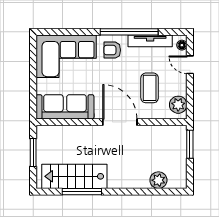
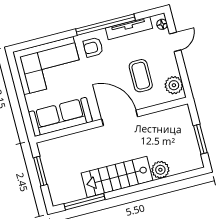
door: (190, 65) -> (175, 42), swing flipped
window: (190, 144) -> (200, 139), moved
stairs: (74, 176) -> (117, 177), moved
plant: (158, 180) -> (160, 170), moved
window: (82, 192) -> (84, 202), moved

